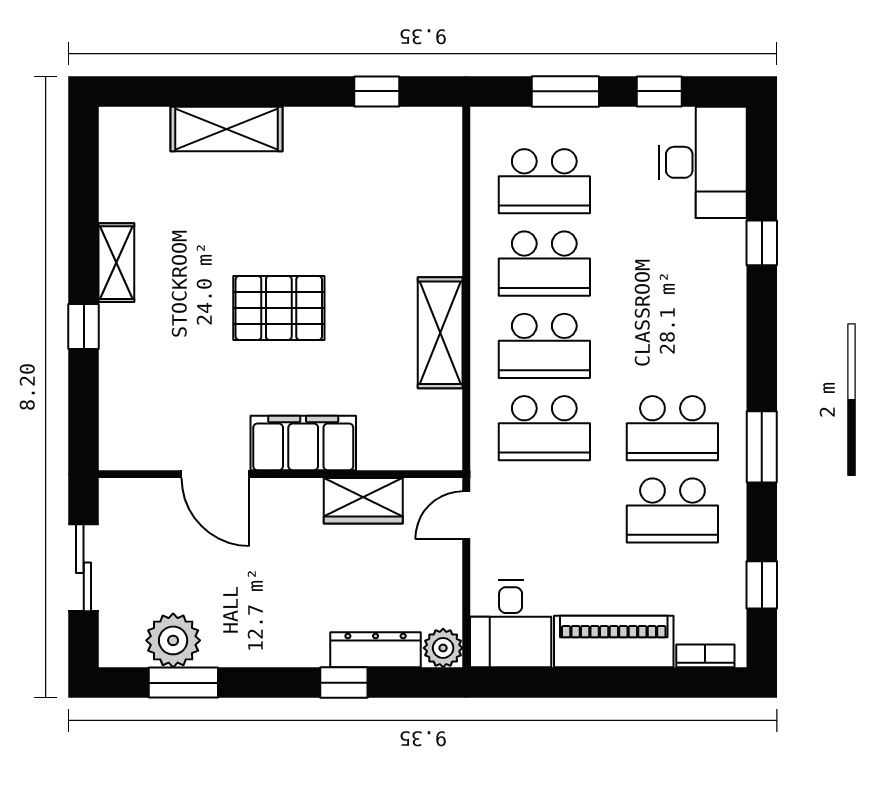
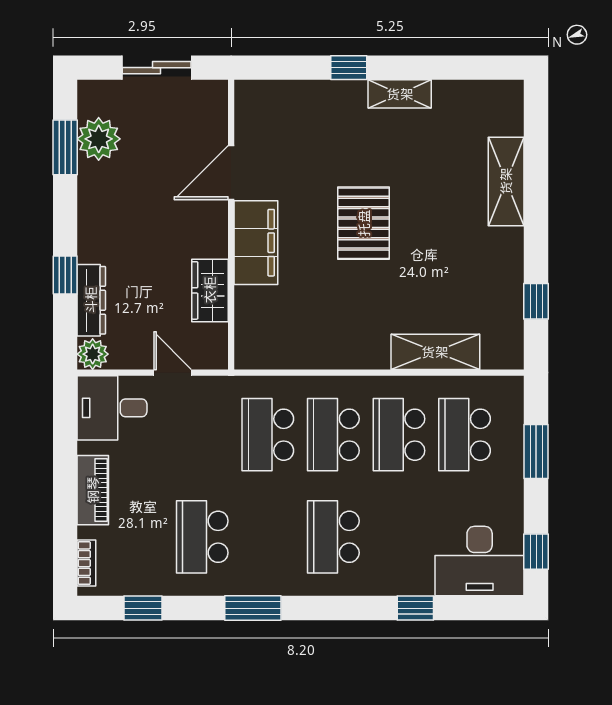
window: (659, 91) -> (536, 552), moved
shelving: (440, 333) -> (435, 352), moved
school desk: (672, 428) -> (333, 537), moved
door: (466, 515) -> (173, 373), moved
piano: (614, 642) -> (93, 490), width x0.73, depth x0.75

